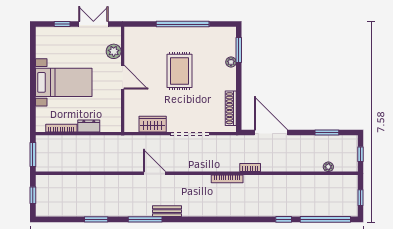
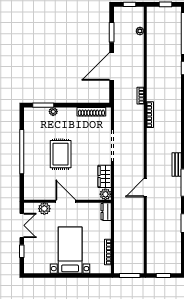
double door: (93, 24) -> (22, 225), swing flipped
rug: (180, 71) -> (61, 154), turned 90
door: (123, 77) -> (66, 201), hinge flipped
plant: (131, 125) -> (105, 194), added
dresser: (89, 126) -> (106, 212), moved
door: (271, 133) -> (112, 66), moved
door: (155, 173) -> (145, 188), moved

